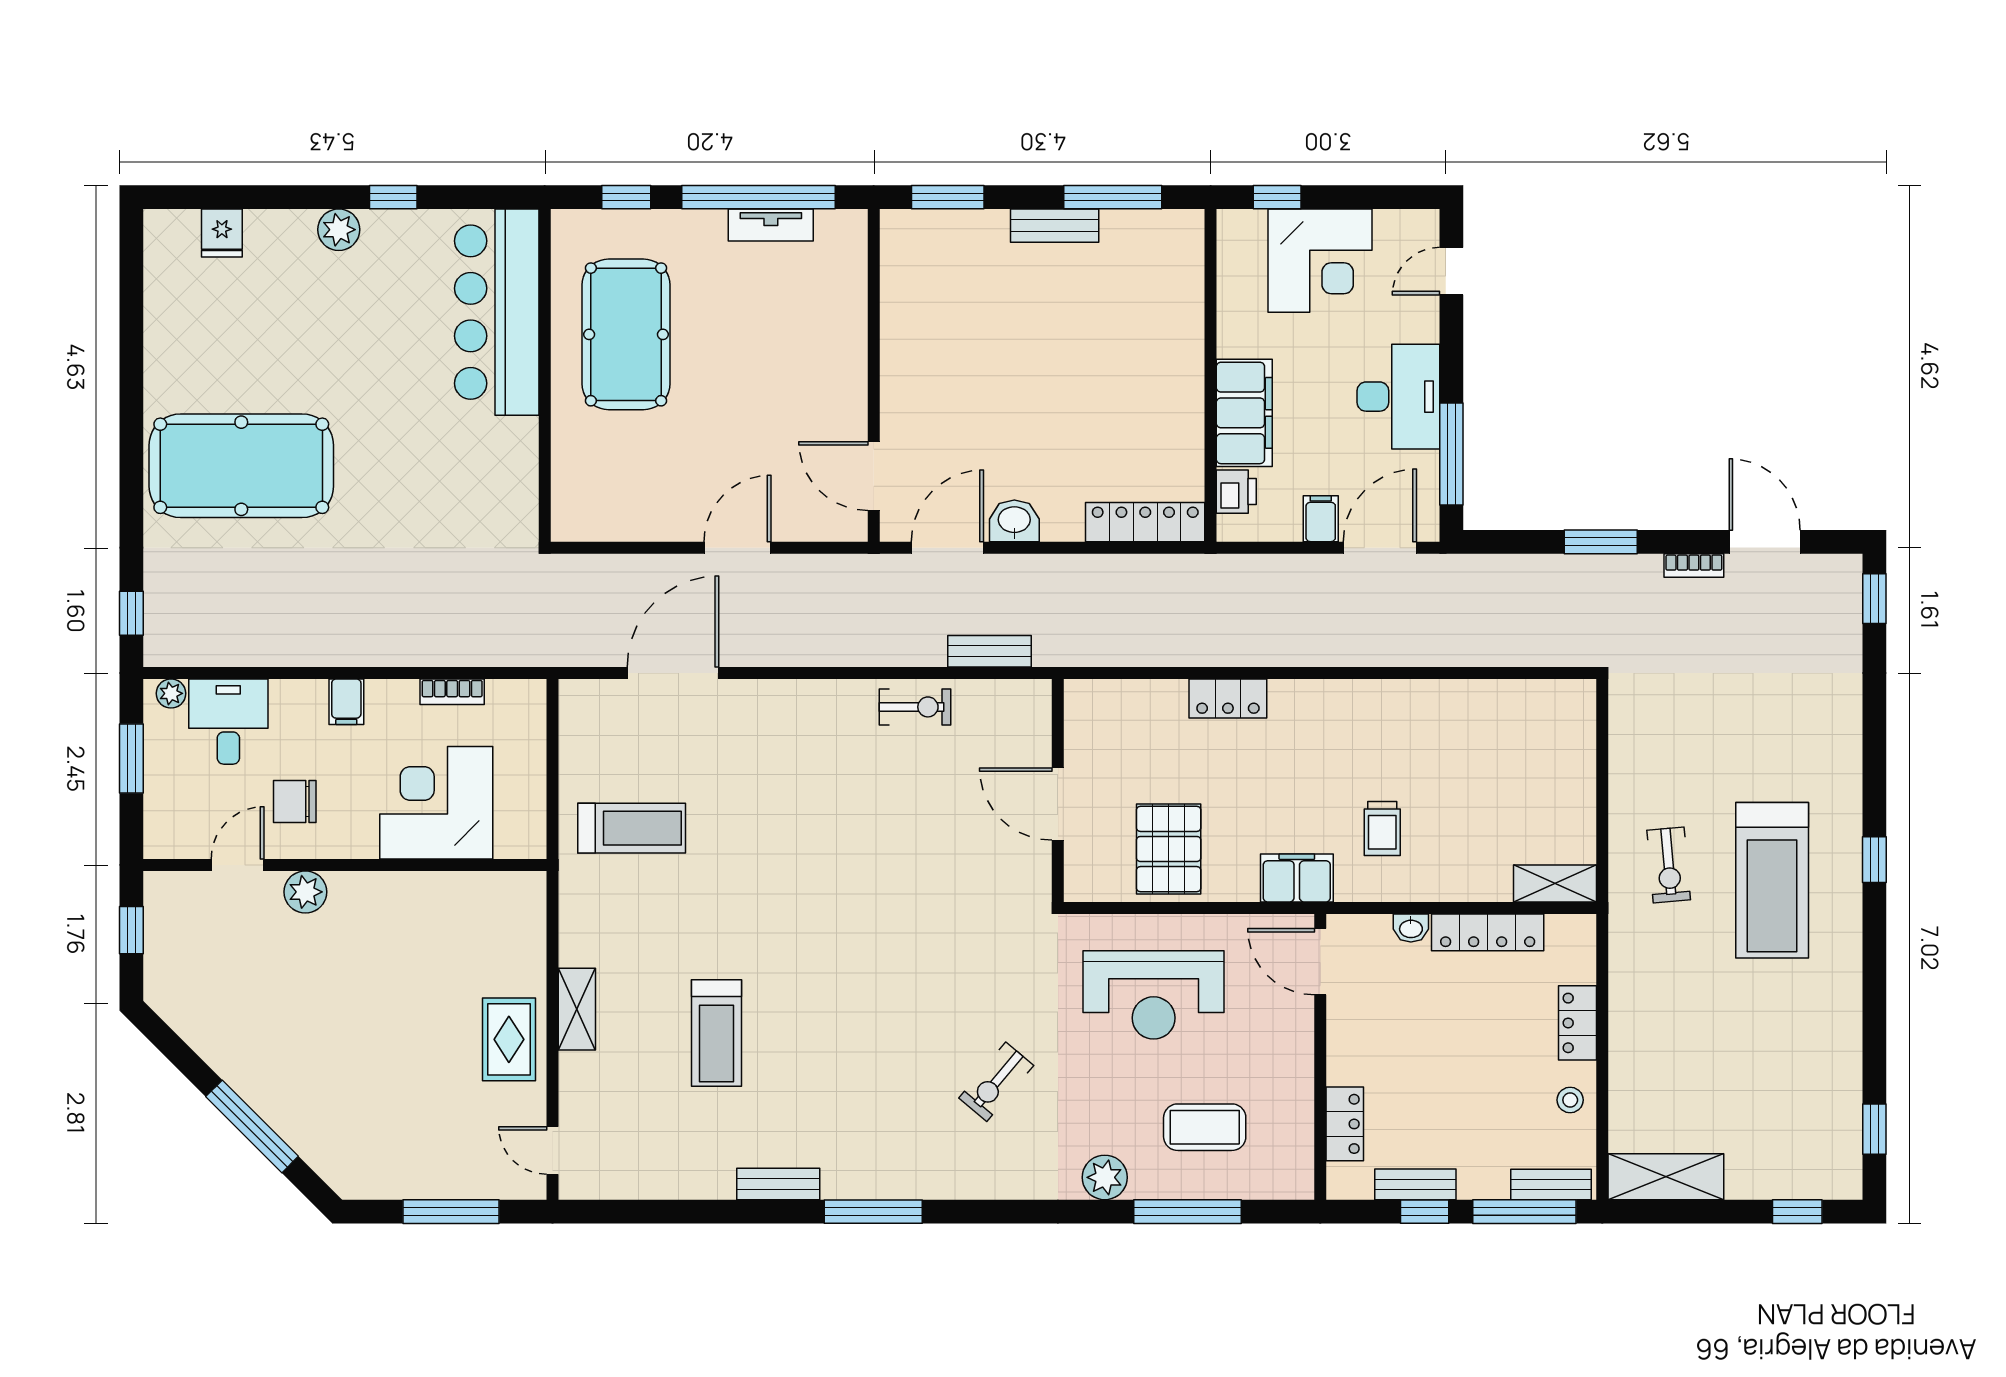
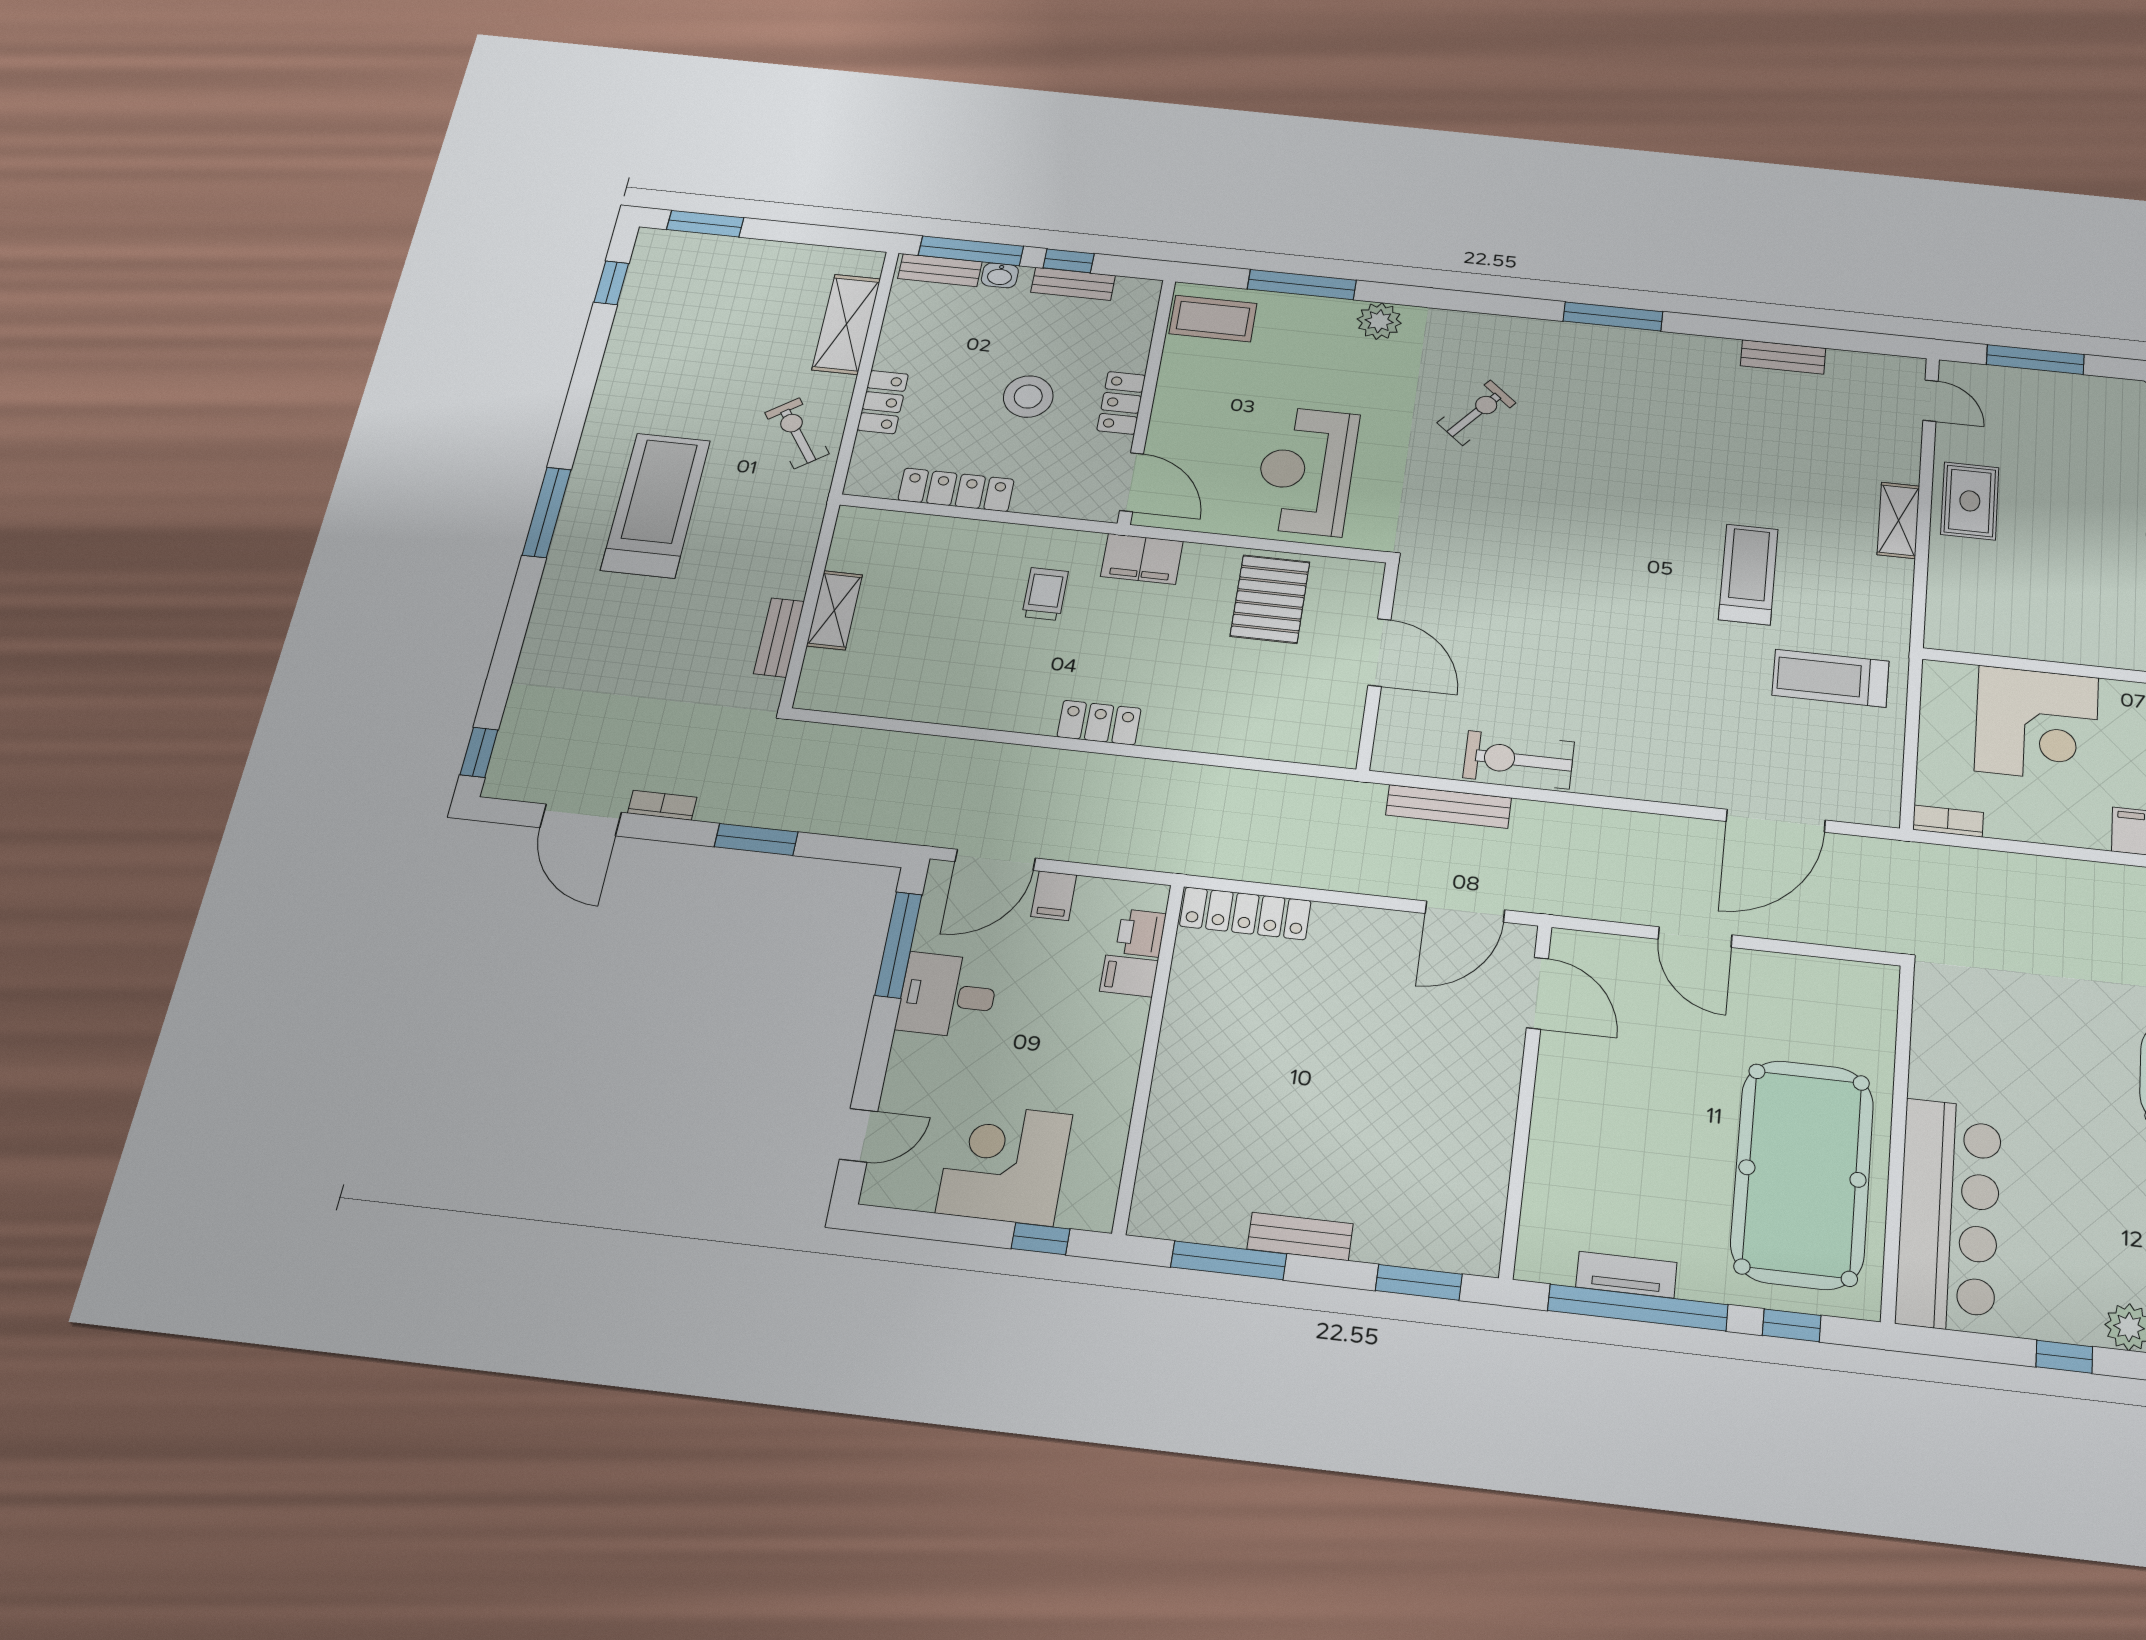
pool table: (626, 334) -> (1802, 1174), width x1.36, depth x1.32
desk: (1398, 397) -> (948, 995), width x0.73
filing cabinet: (1244, 413) -> (1129, 976), width x0.33, depth x0.86
washbasin: (1014, 521) -> (1388, 930), removed
door: (737, 548) -> (1695, 937), hinge flipped
bench: (989, 651) -> (1449, 806), width x1.36
bookcase: (452, 692) -> (1948, 821), moved
locker: (1228, 698) -> (1099, 723), moved
exercise bike: (915, 707) -> (1519, 760), width x1.38, depth x1.39
bench: (1624, 751) -> (779, 637), added
window: (1874, 860) -> (547, 512), width x2.17
exercise bike: (1669, 865) -> (797, 433), moved, turned -30
shelving: (1555, 884) -> (834, 610), moved, turned 90
washbasin: (1411, 928) -> (1000, 275), moved, turned 180
reception desk: (1154, 995) -> (1306, 471), turned -90
treadmill: (717, 1033) -> (1748, 574), moved
stool: (1570, 1100) -> (1028, 397), moved, width x1.89, depth x1.89
locker: (1345, 1124) -> (1121, 403), moved
coffee table: (1205, 1127) -> (1213, 319), moved
shelving: (1666, 1177) -> (846, 324), moved, turned 90
bench: (778, 1184) -> (1783, 357), moved
window: (1797, 1212) -> (705, 224), width x1.50

